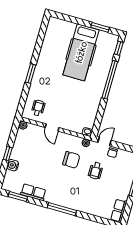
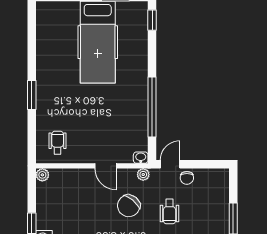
window: (110, 80) -> (152, 107), moved
door: (52, 128) -> (106, 166), moved
chair: (71, 160) -> (129, 206), turned 130

